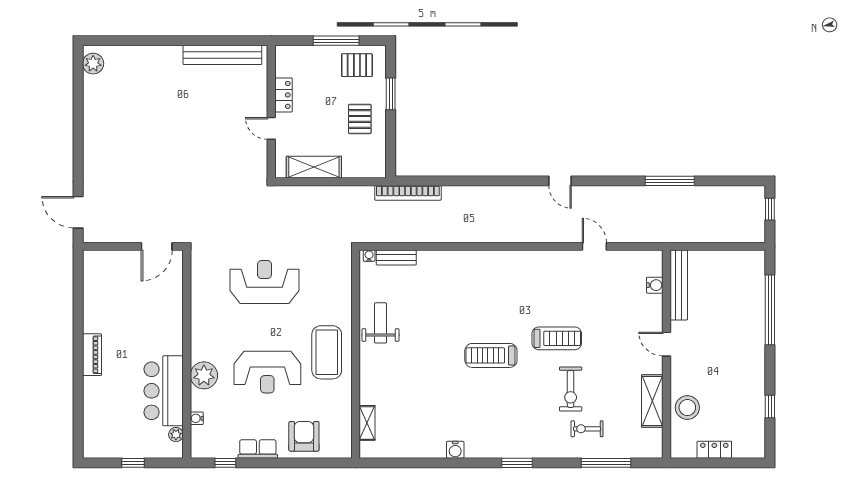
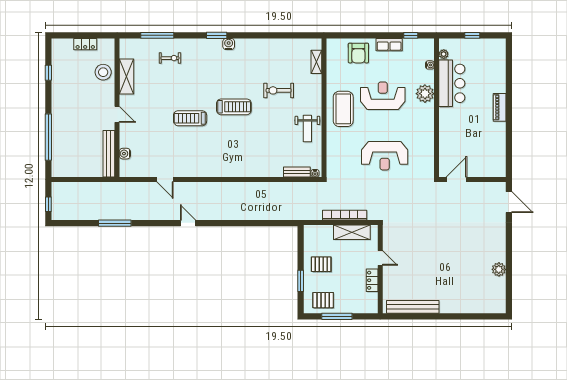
plant: (93, 64) -> (499, 269), moved
pallet: (360, 119) -> (321, 264), turned 90
bookcase: (408, 193) -> (345, 215), moved
exercise bike: (571, 389) -> (279, 90), moved, turned -90
water cooler: (455, 450) -> (229, 44), moved

